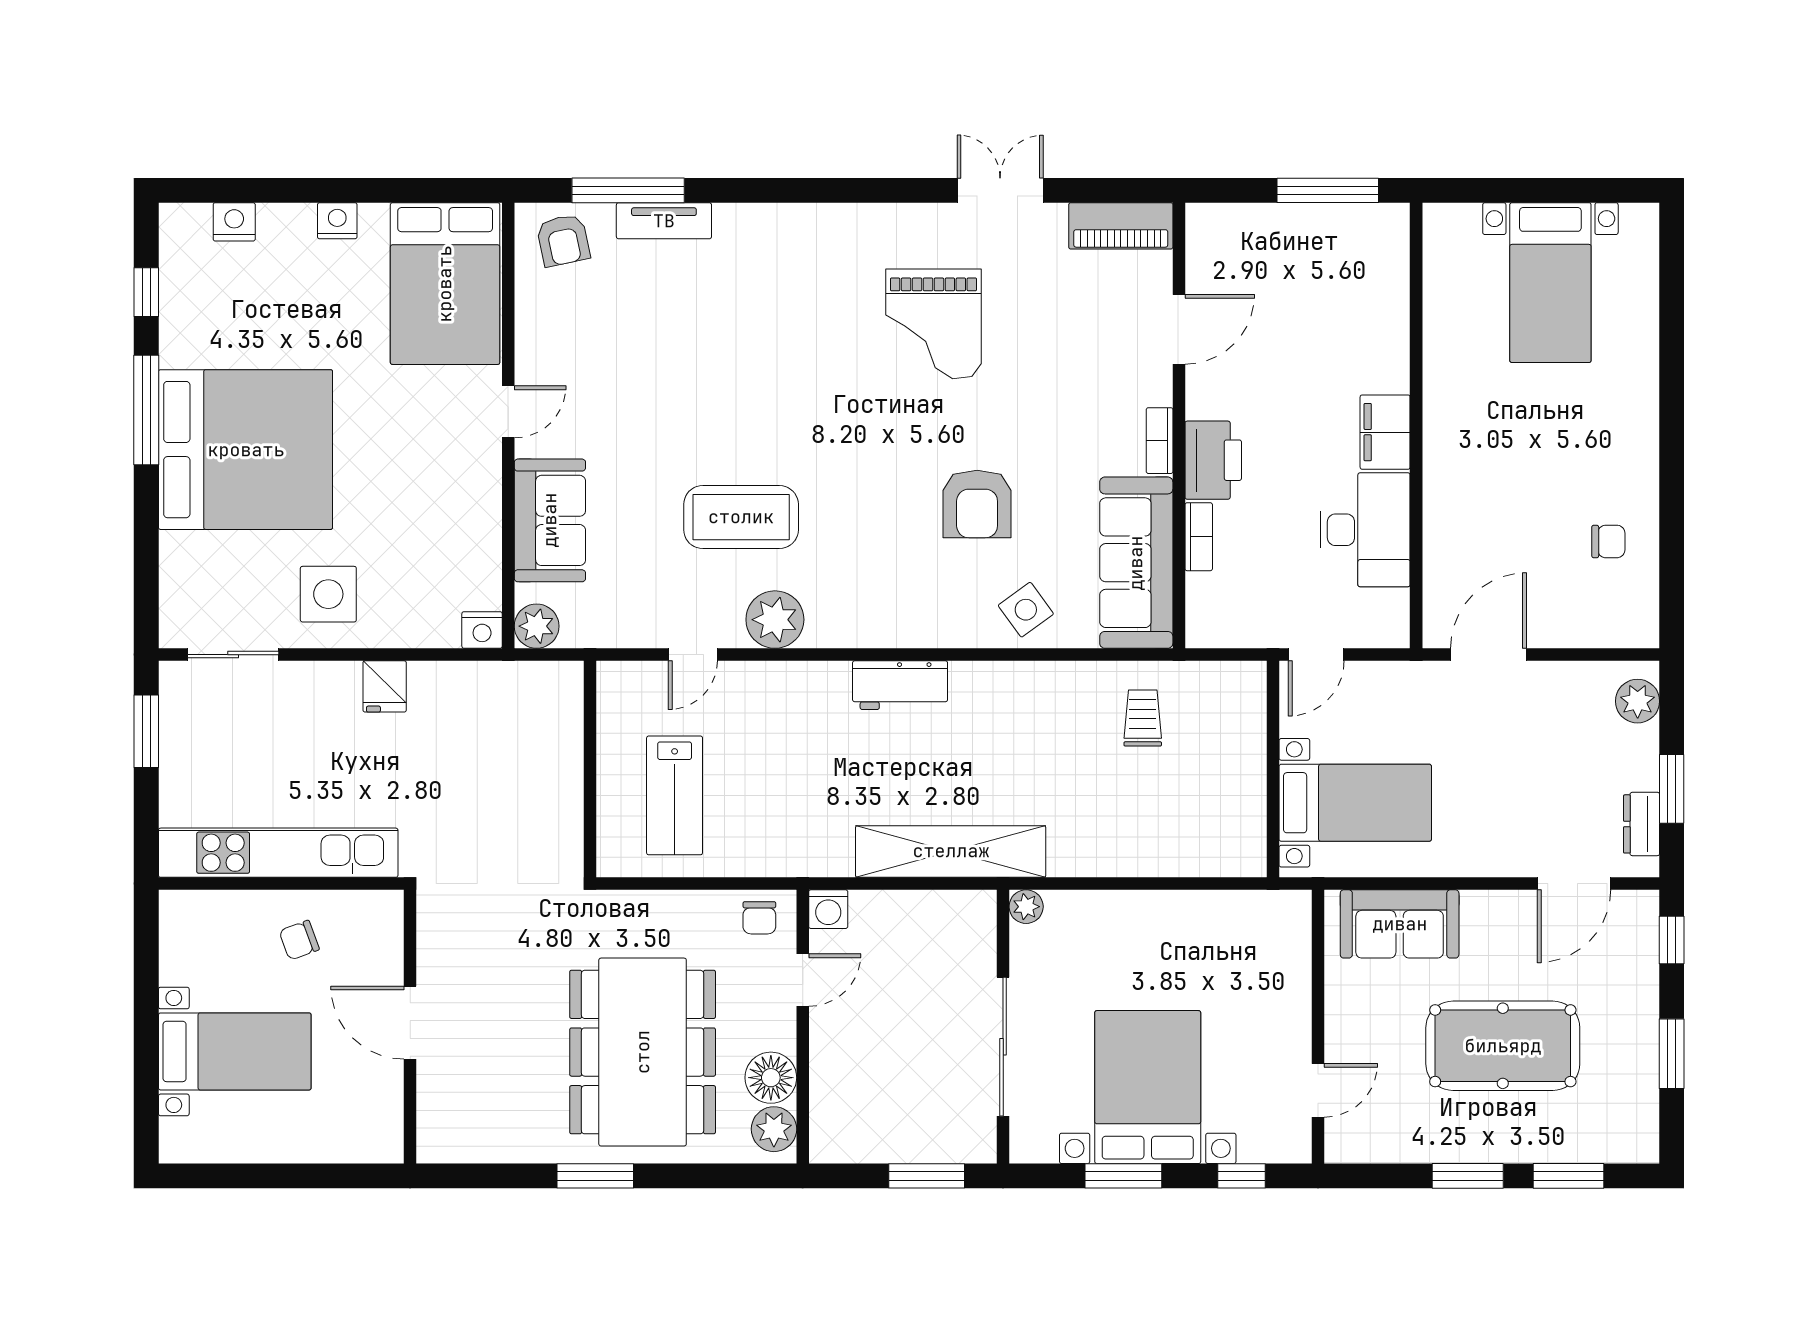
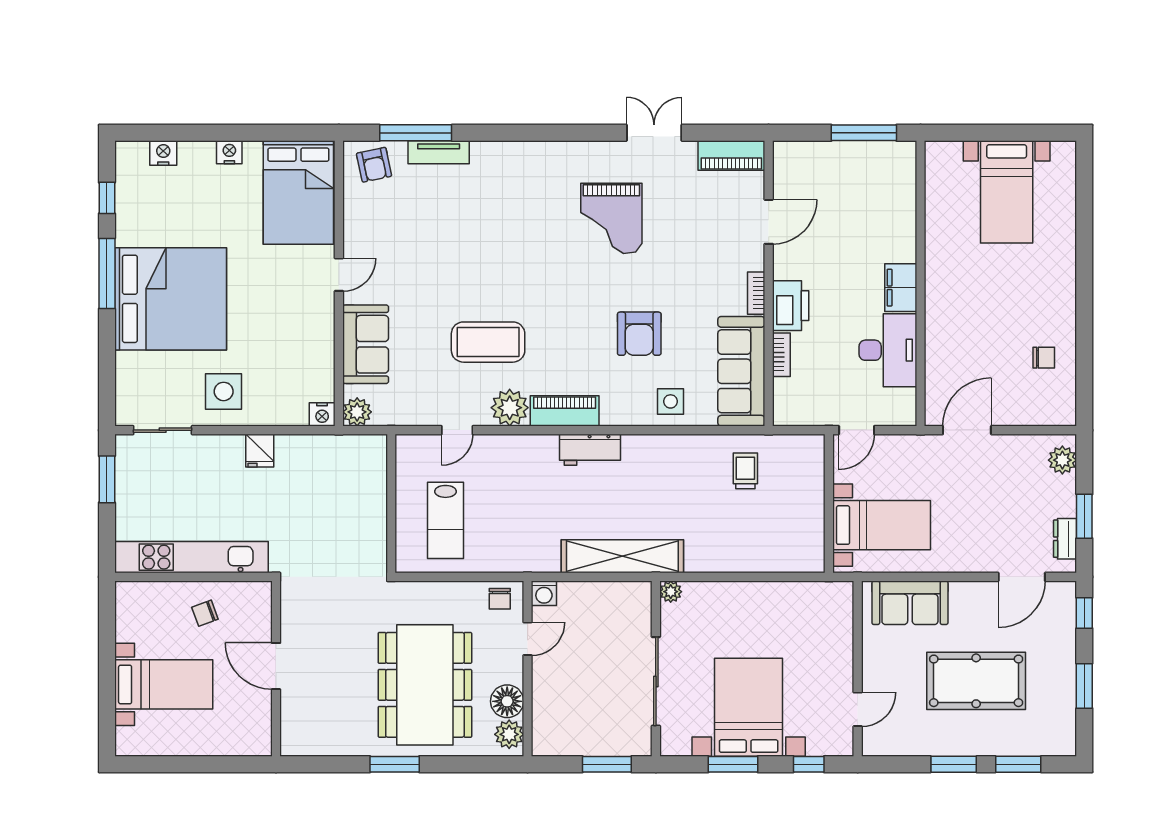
side table: (1026, 610) -> (670, 401), turned 36
piano: (861, 624) -> (565, 411), added

